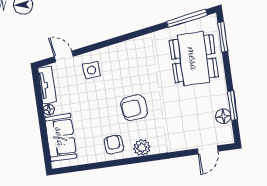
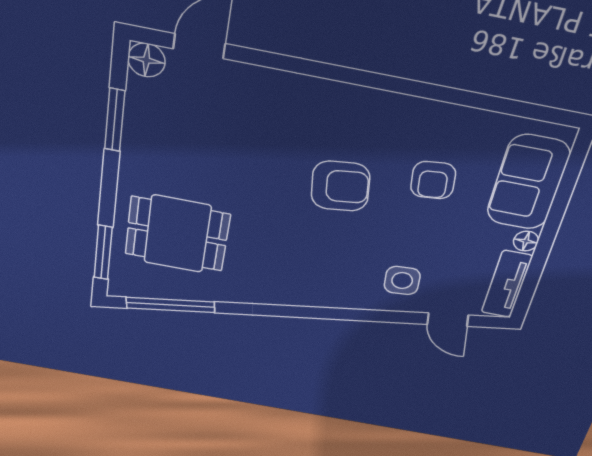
dining table: (194, 59) -> (177, 234), width x0.73
floor lamp: (223, 116) -> (146, 60), moved
armchair: (114, 145) -> (433, 180), moved
plant: (142, 148) -> (354, 103), removed

